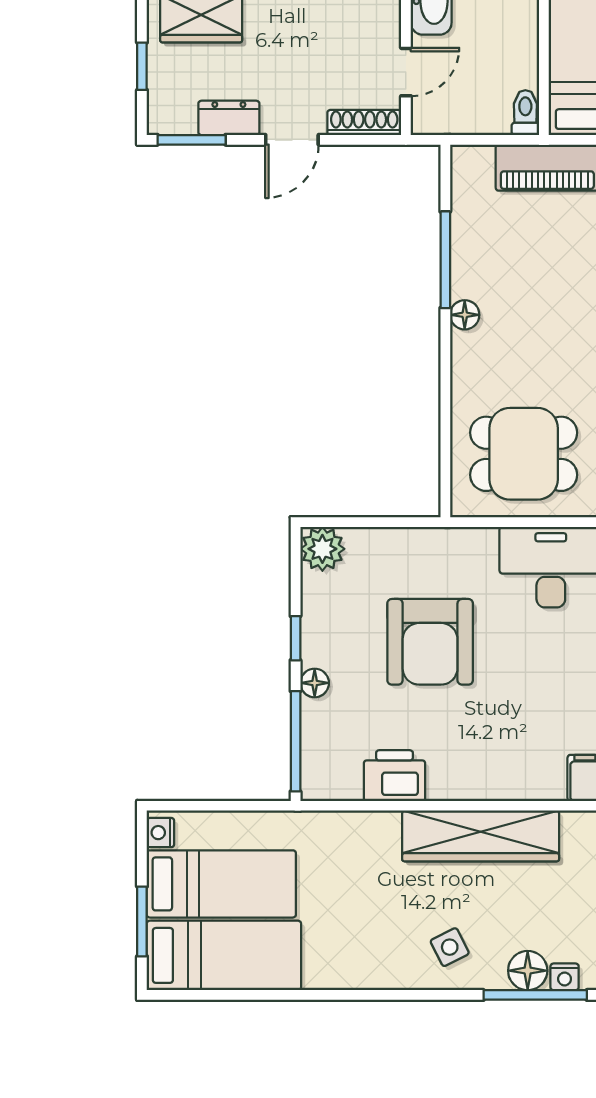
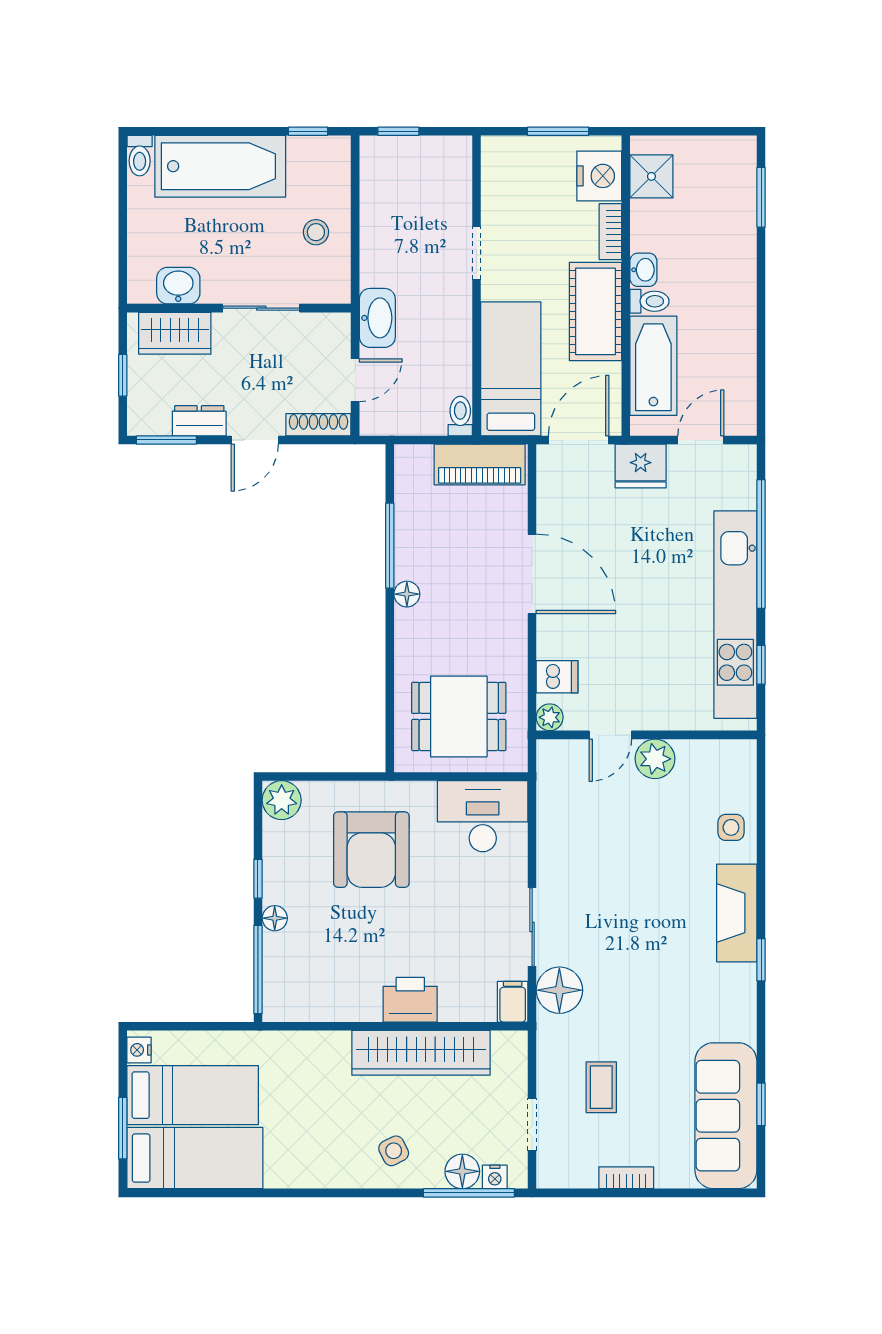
armchair: (430, 642) -> (371, 850), moved
printer: (394, 776) -> (410, 1000), moved

